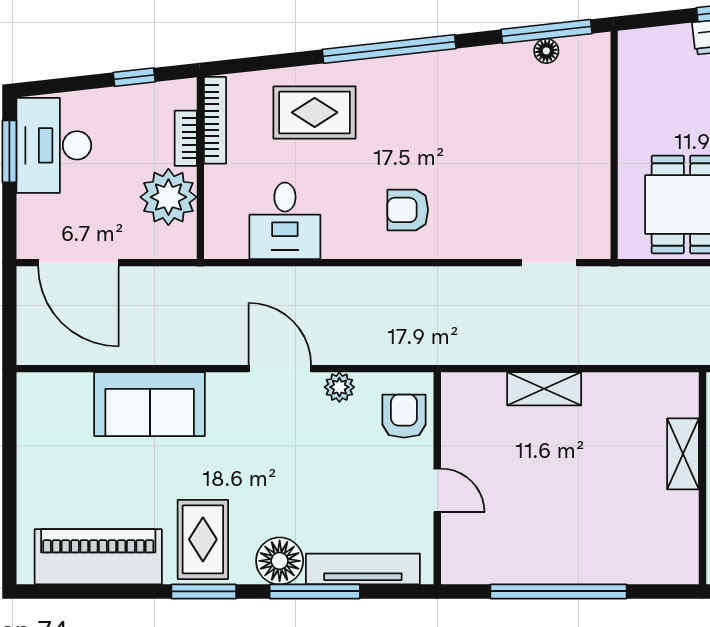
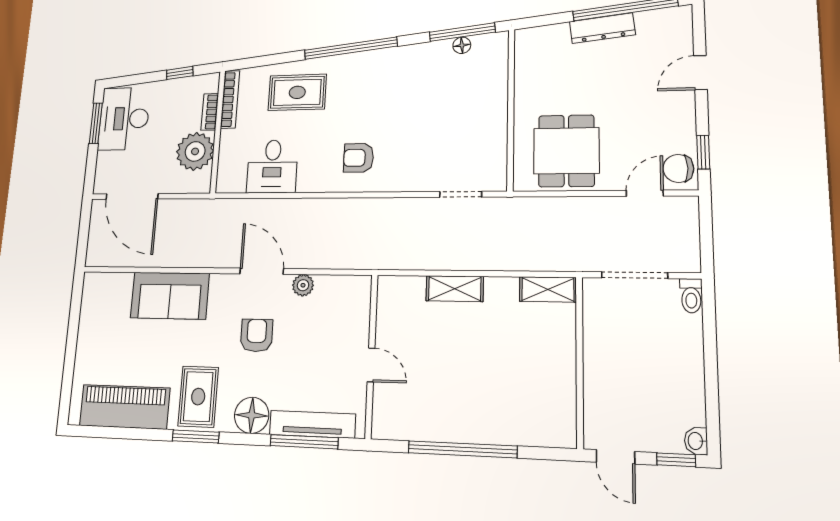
armchair: (404, 416) -> (257, 335), moved
shelving: (683, 454) -> (548, 289), moved, turned 90
window: (315, 591) -> (304, 442), moved

